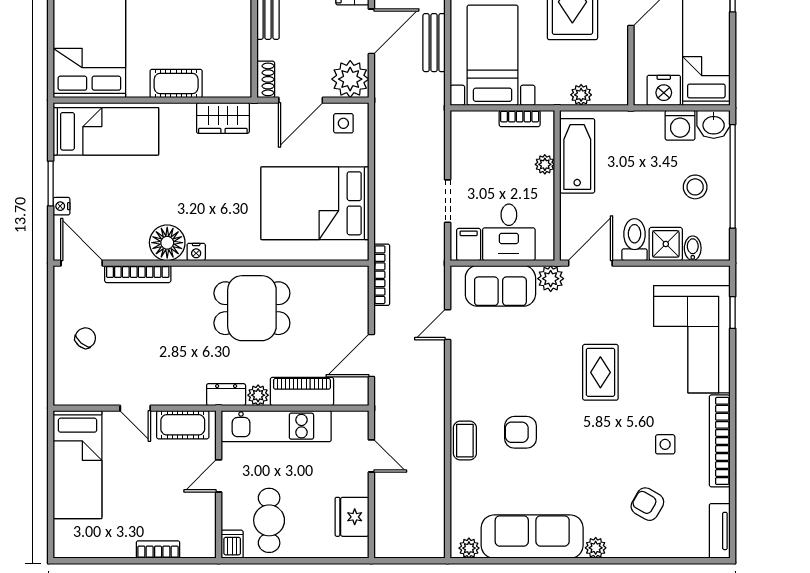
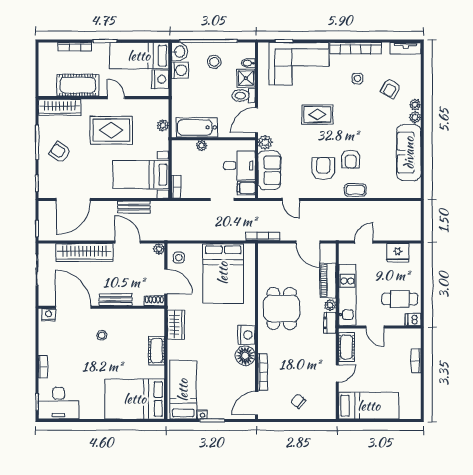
plant: (350, 79) -> (159, 249), width x0.53, depth x0.53
bookcase: (520, 119) -> (176, 187), moved
nightstand: (62, 206) -> (202, 414), moved
nightstand: (196, 252) -> (247, 335), width x1.89, depth x1.79
door: (590, 263) -> (257, 120), hinge flipped
armchair: (504, 383) -> (323, 168), added
plant: (469, 548) -> (415, 105), moved

